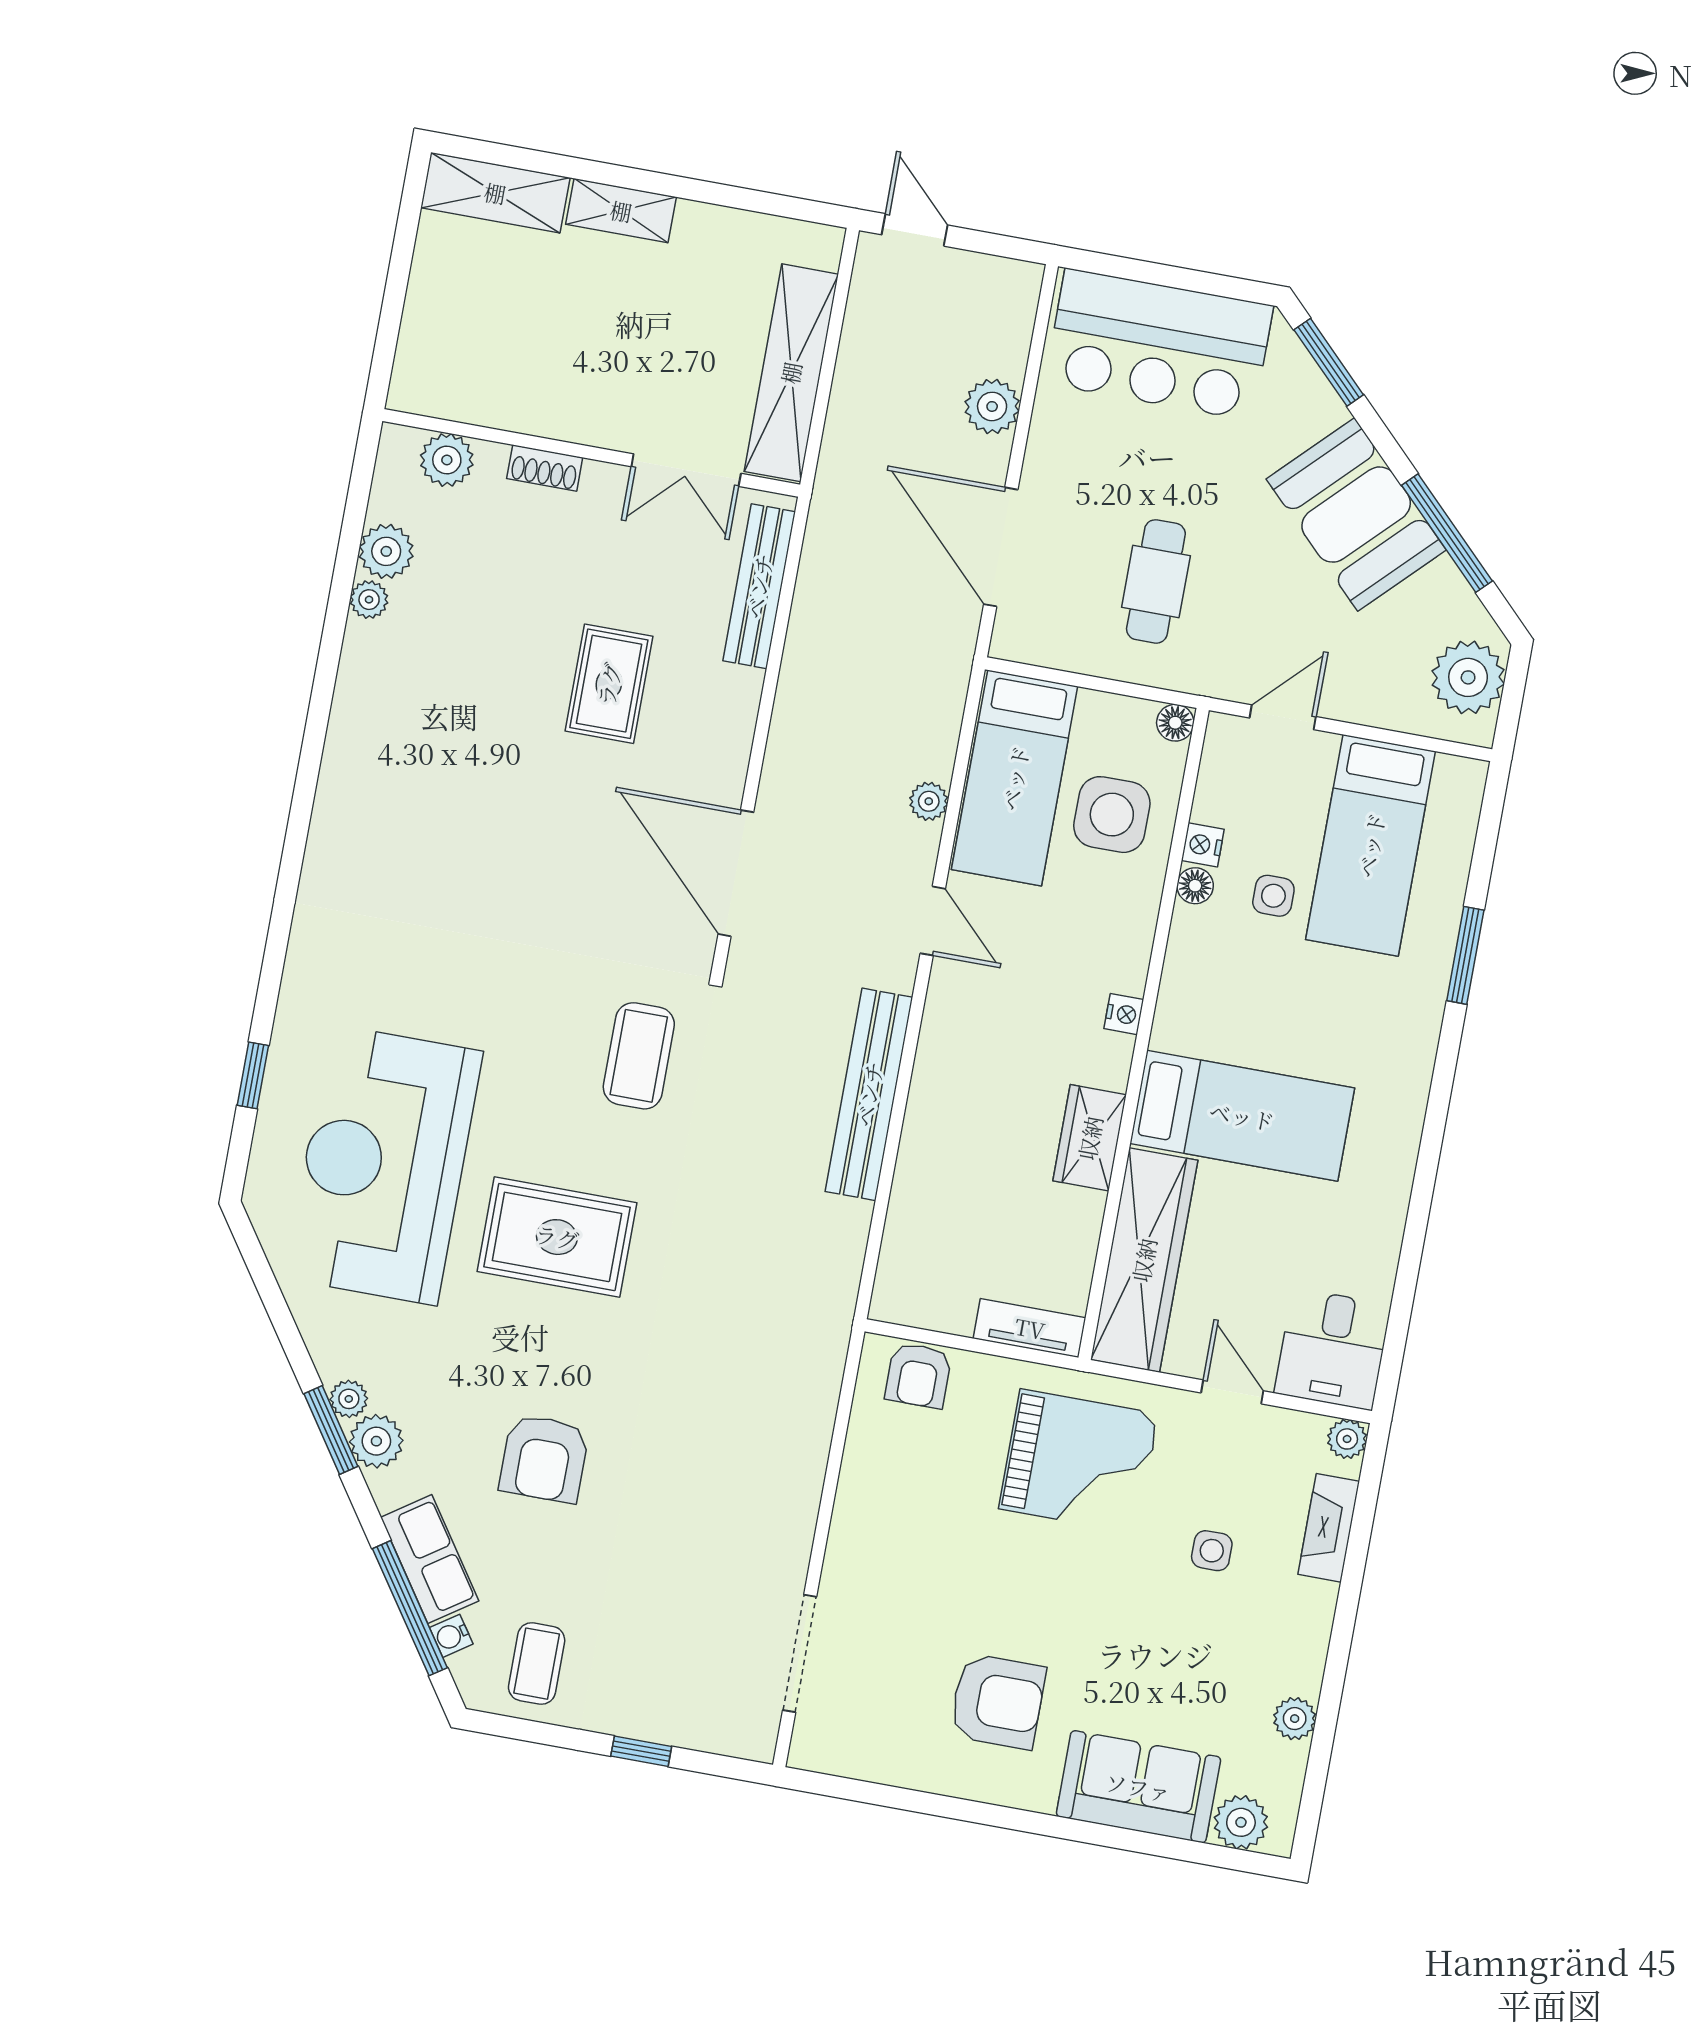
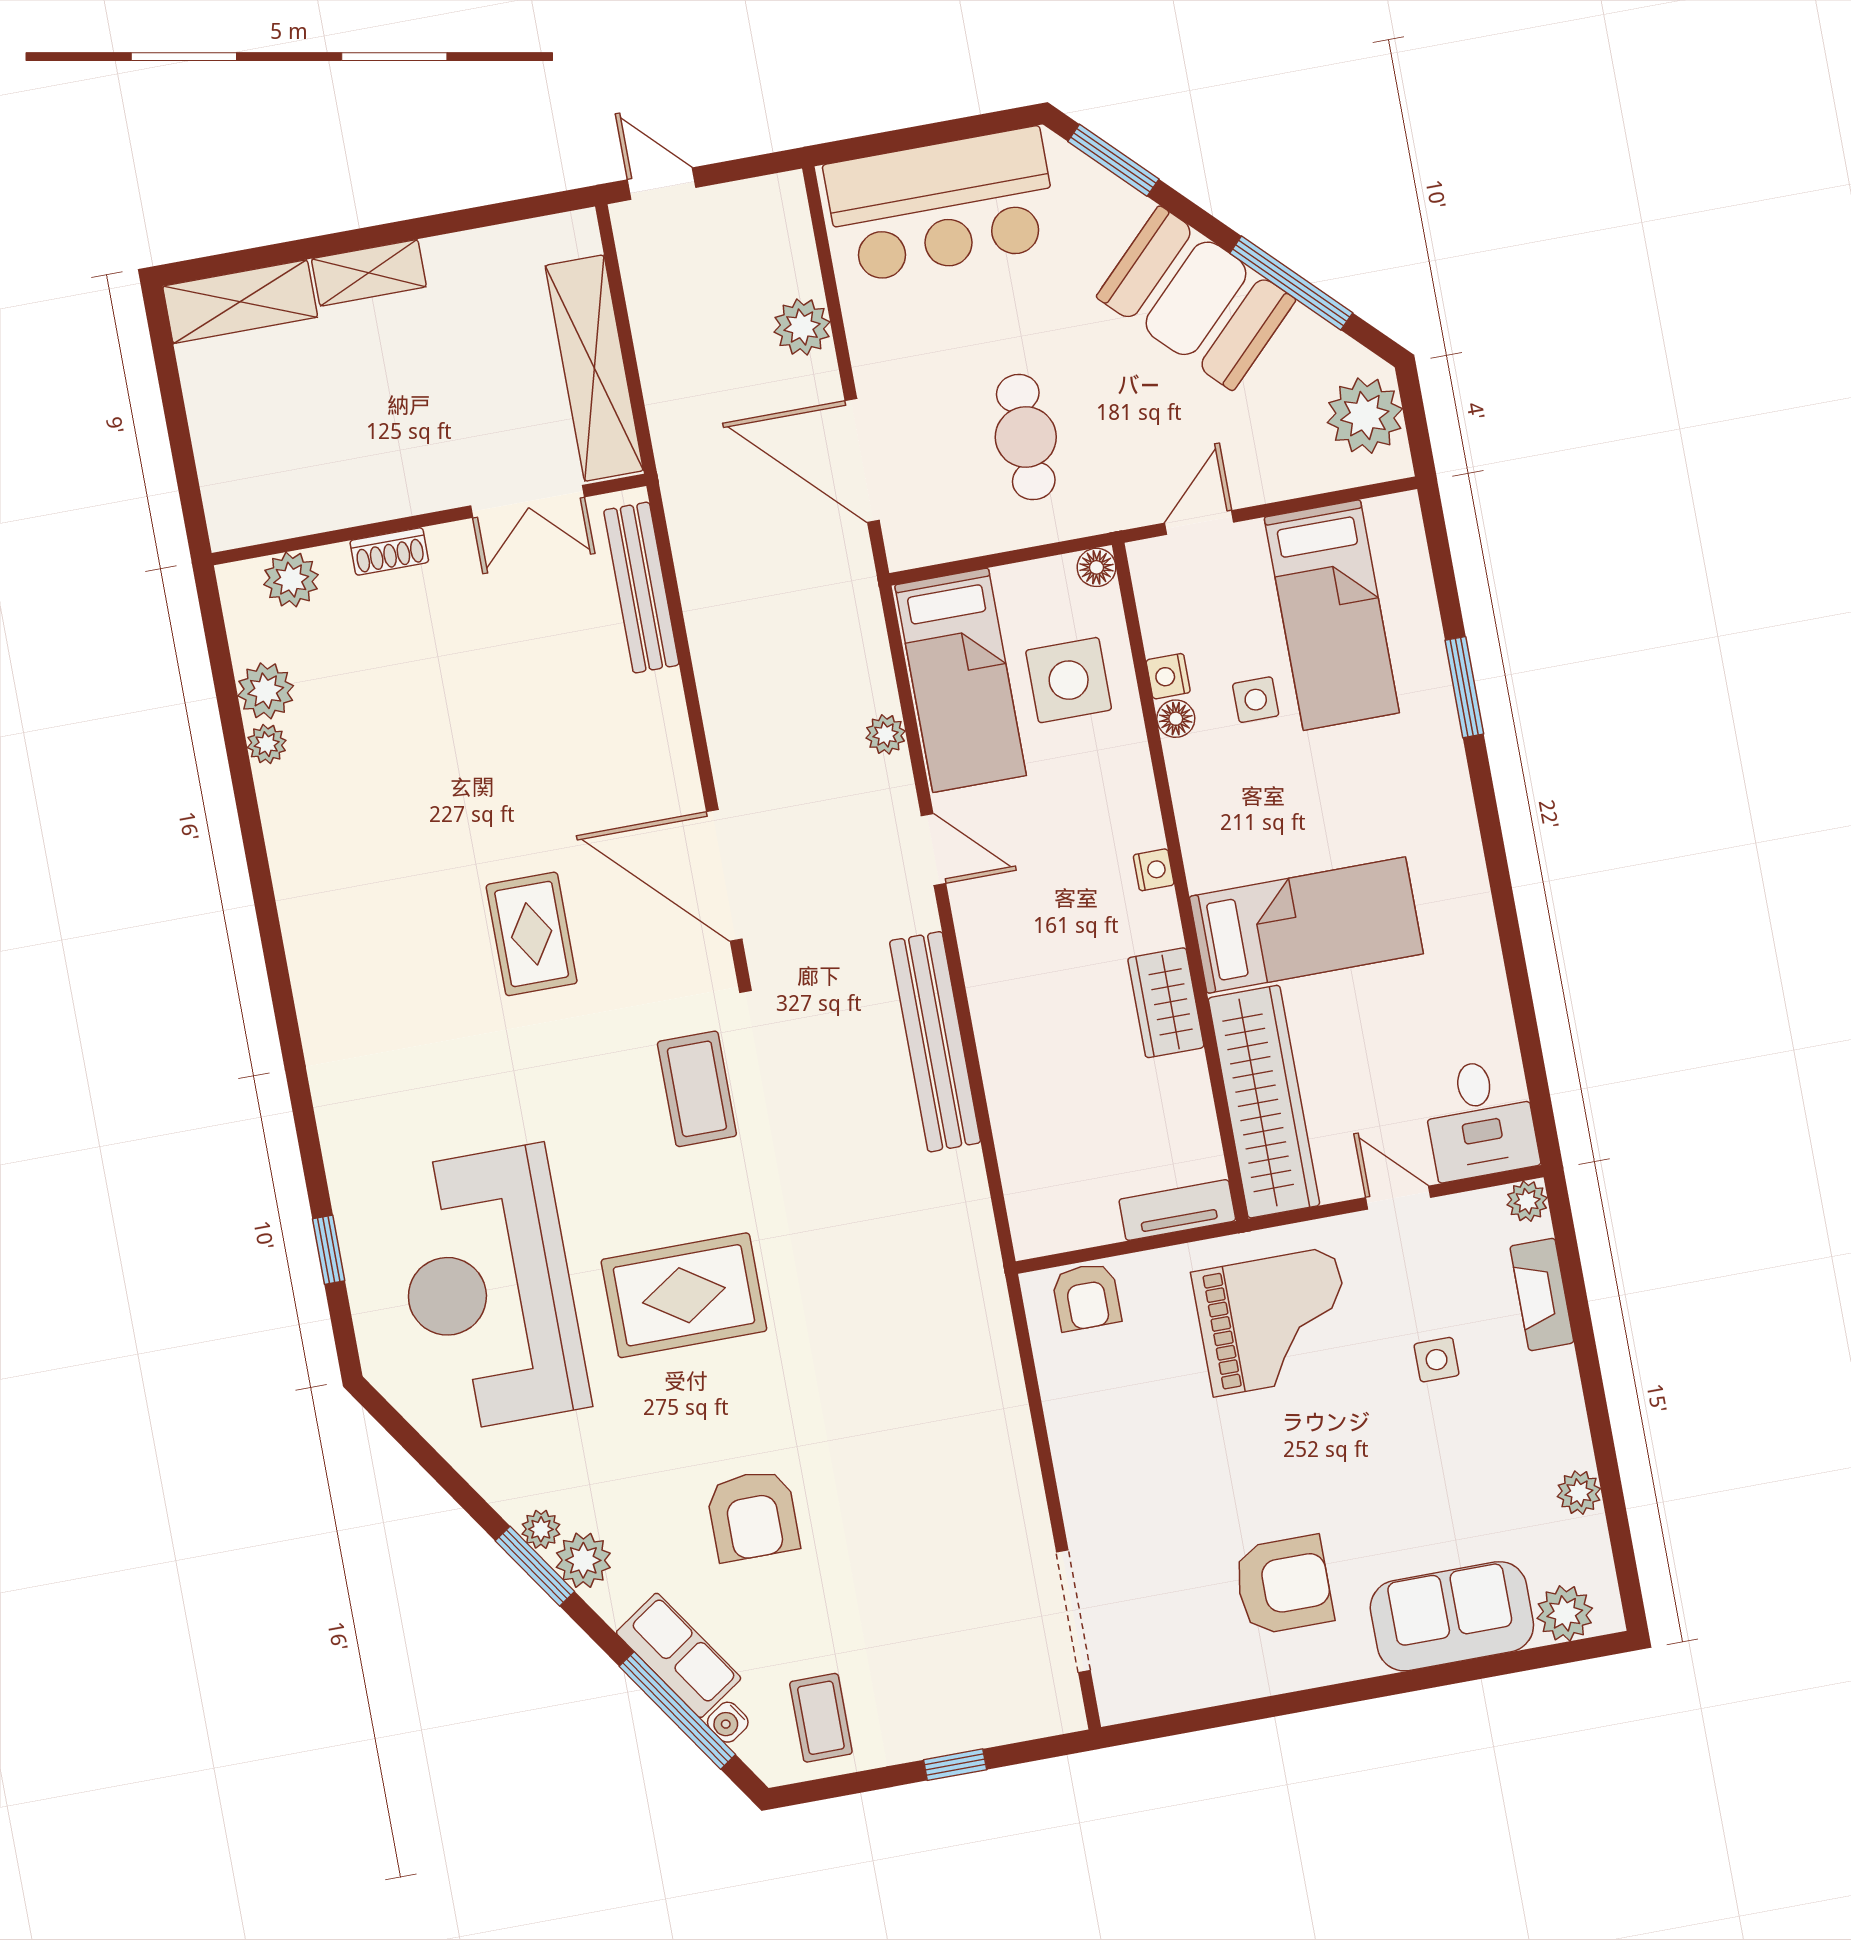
rug: (609, 684) -> (532, 934), moved

